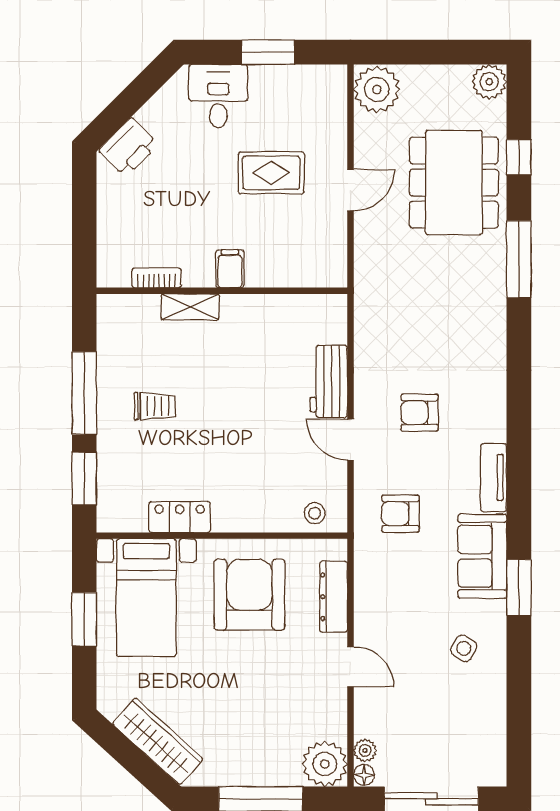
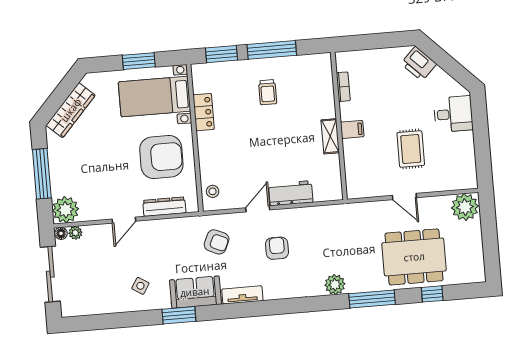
window: (268, 52) -> (482, 141), removed
plant: (489, 82) -> (335, 285), moved
shelving: (190, 307) -> (330, 136), moved
armchair: (401, 514) -> (217, 242), turned 114

